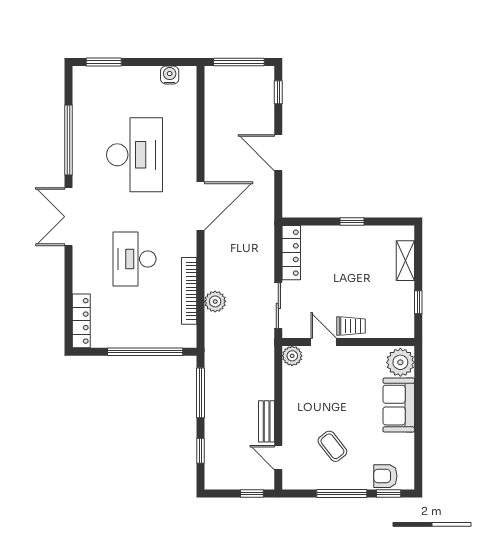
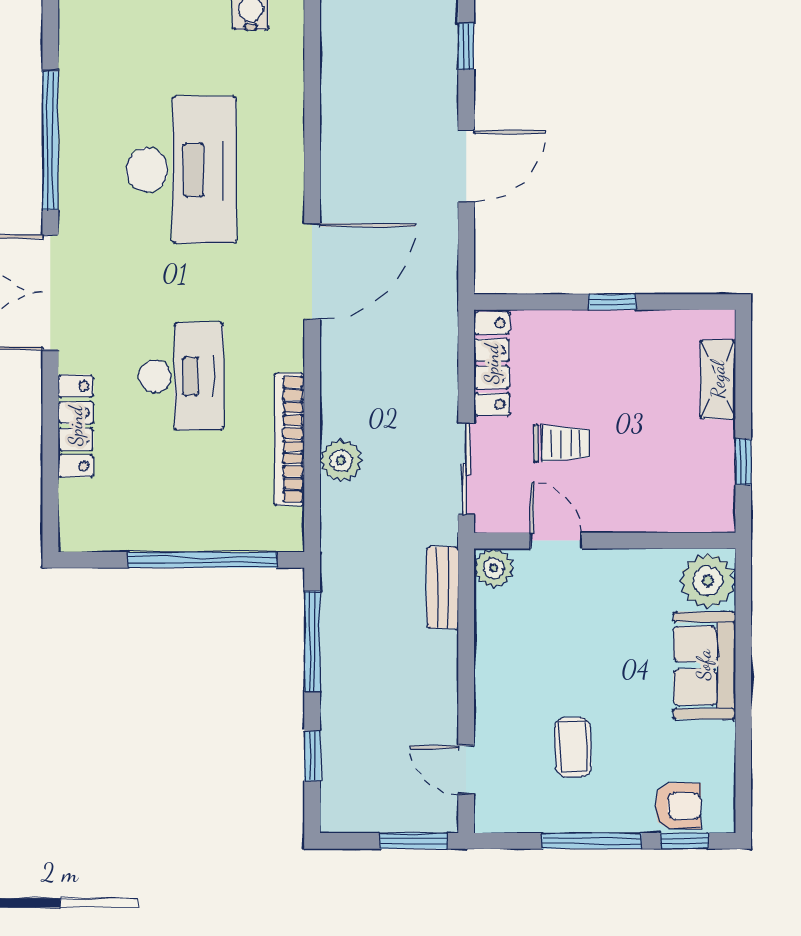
door: (278, 153) -> (466, 166), swing flipped
desk: (134, 259) -> (181, 376), turned 180
locker: (81, 321) -> (76, 426), moved
trolley: (351, 326) -> (562, 443), moved
bench: (267, 421) -> (443, 588), moved
coffee table: (332, 446) -> (573, 747), turned 36
armchair: (385, 476) -> (678, 806), turned 180
window: (252, 494) -> (414, 841), width x1.50

